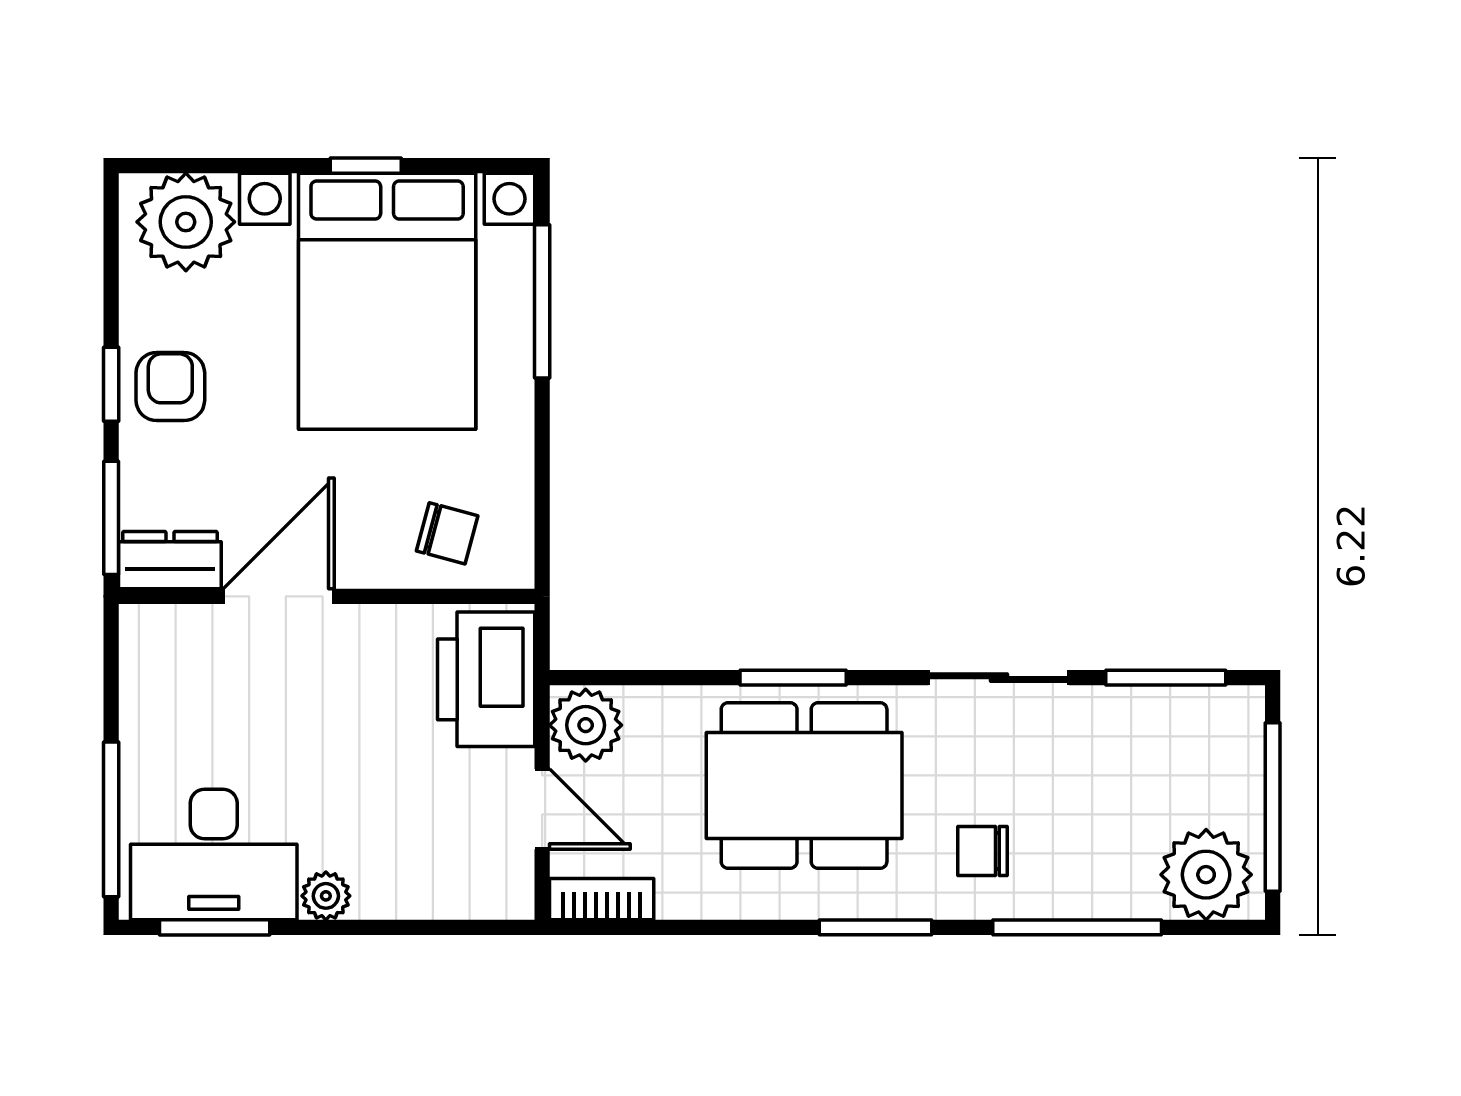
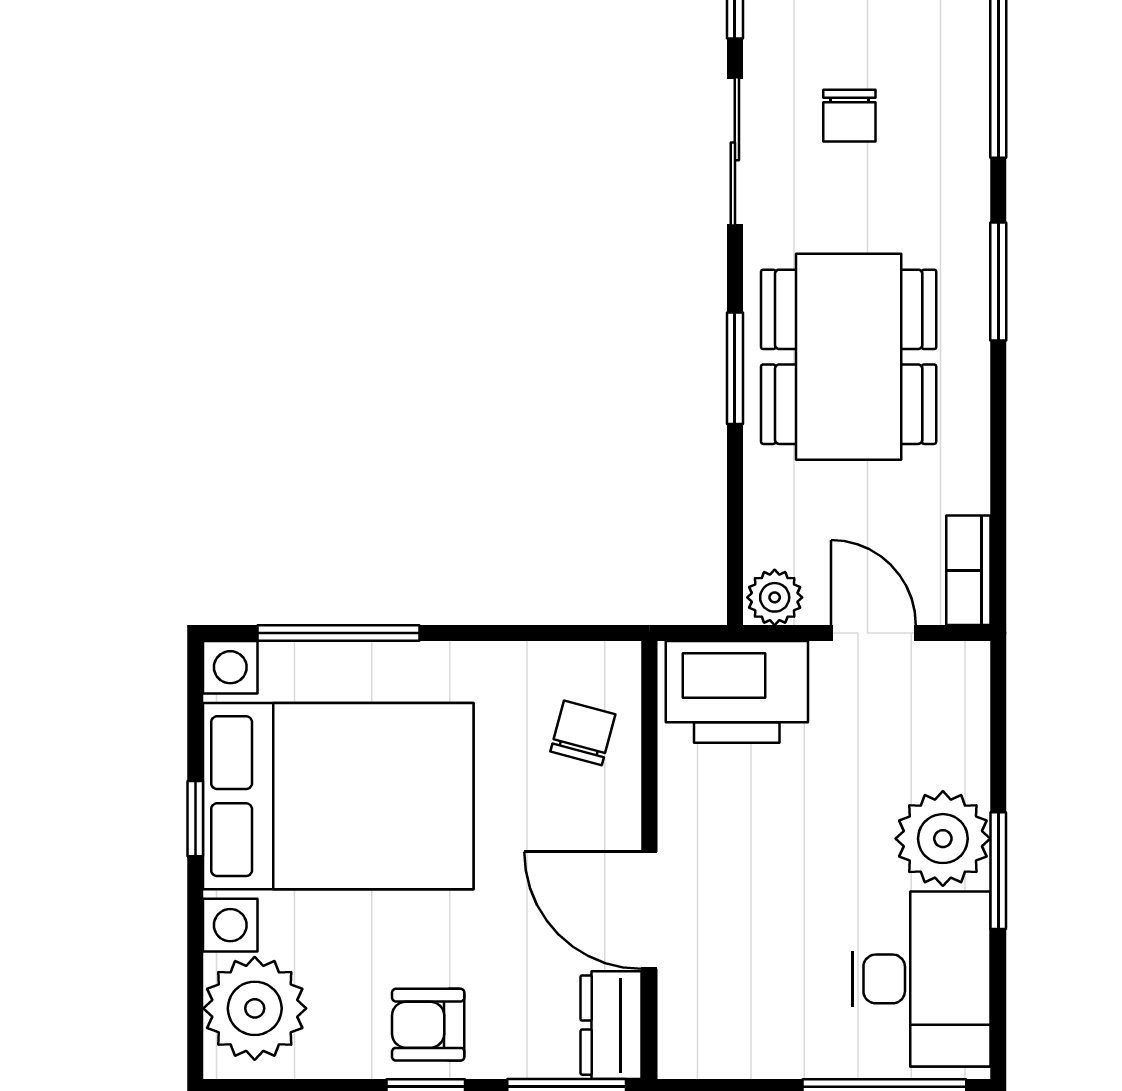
plant: (586, 725) -> (775, 597), width x0.73, depth x0.73
door: (542, 809) -> (873, 633), hinge flipped
chair: (983, 851) -> (849, 116), moved
plant: (326, 896) -> (943, 839), width x1.88, depth x1.88
window: (215, 927) -> (998, 871), moved

